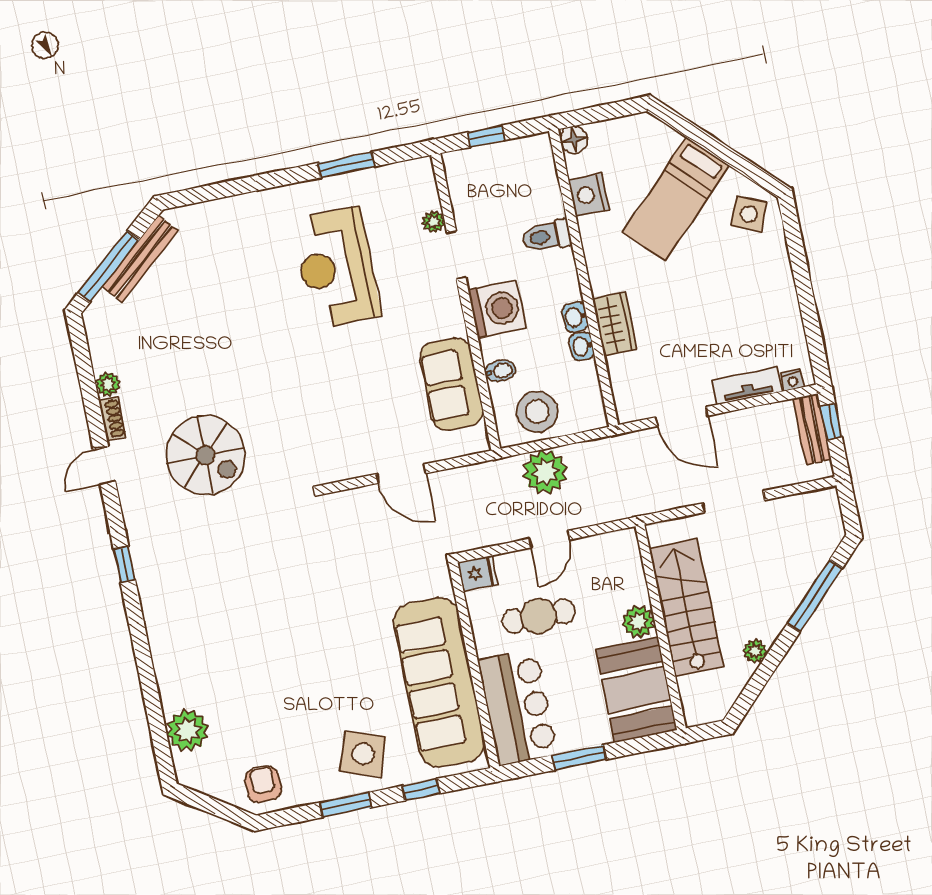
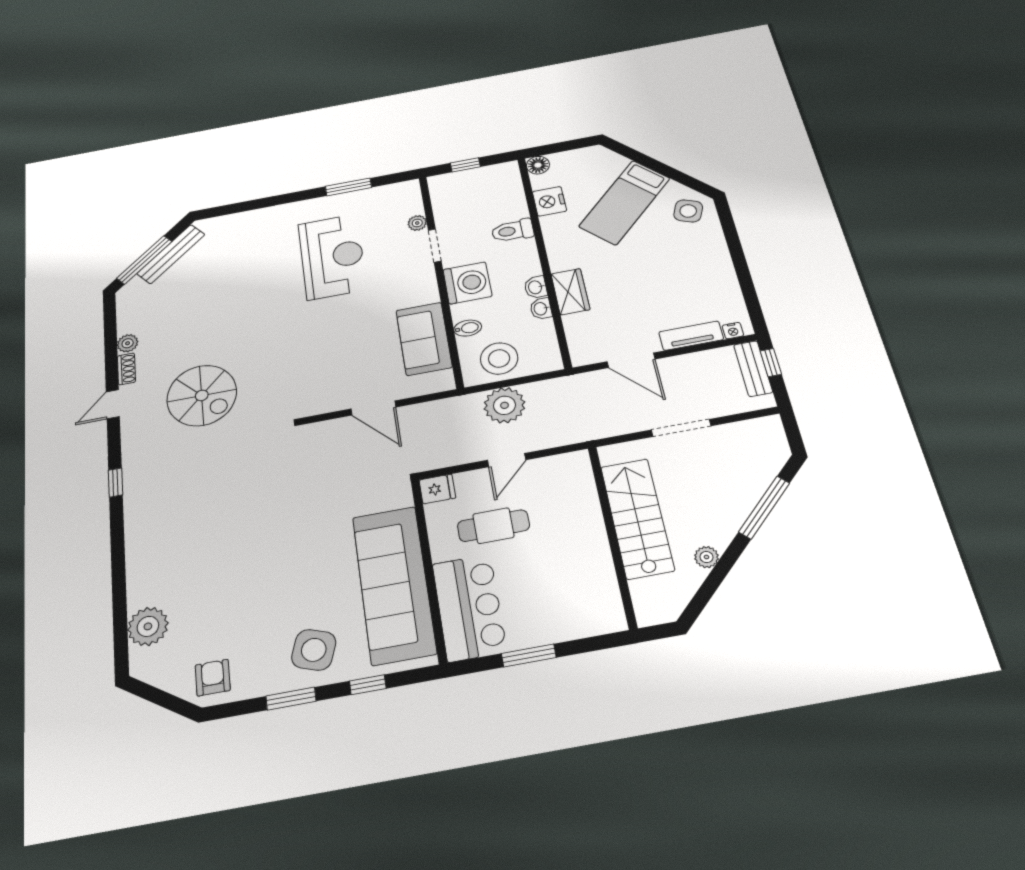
reception desk: (336, 268) -> (332, 257), turned 180
plant: (638, 622) -> (590, 531), removed
booth: (636, 690) -> (588, 592), removed

